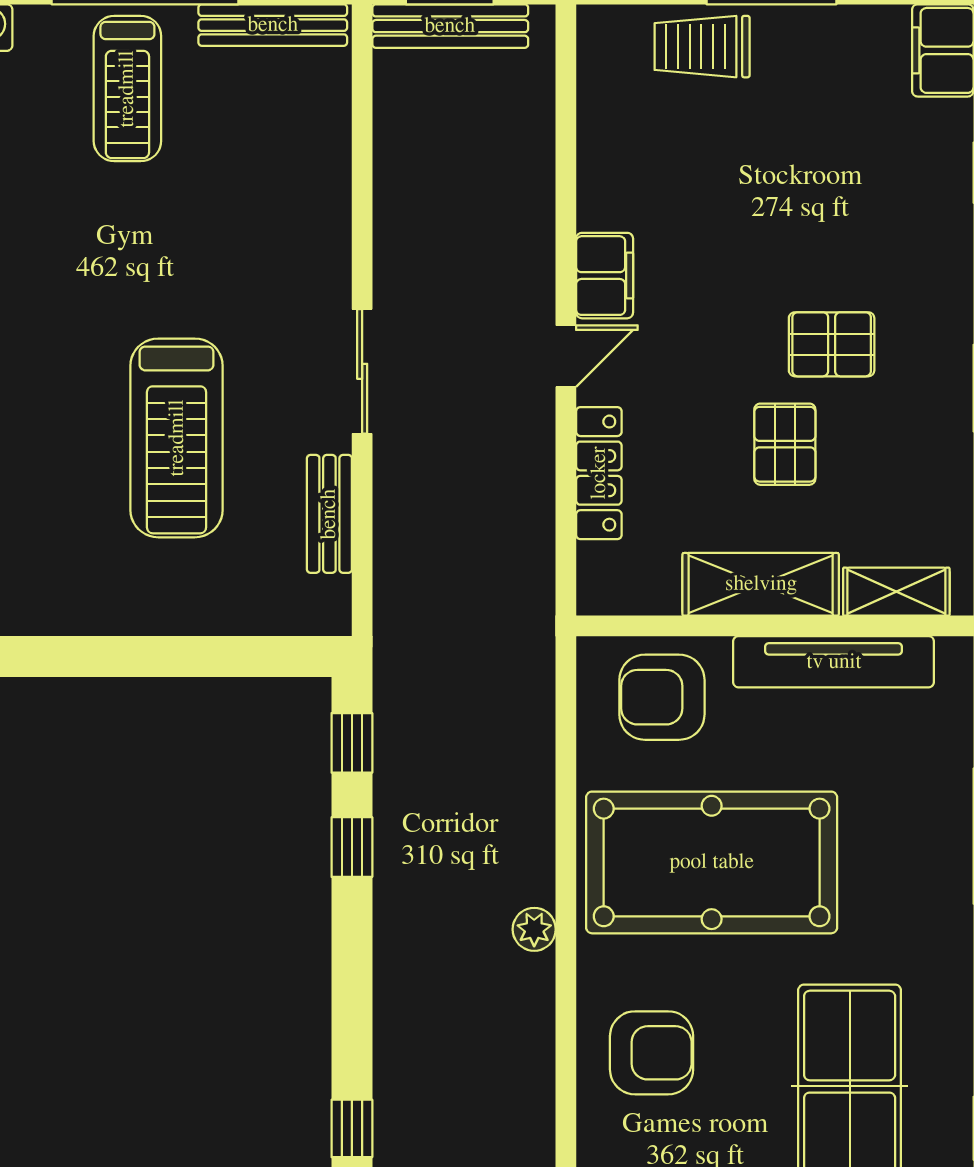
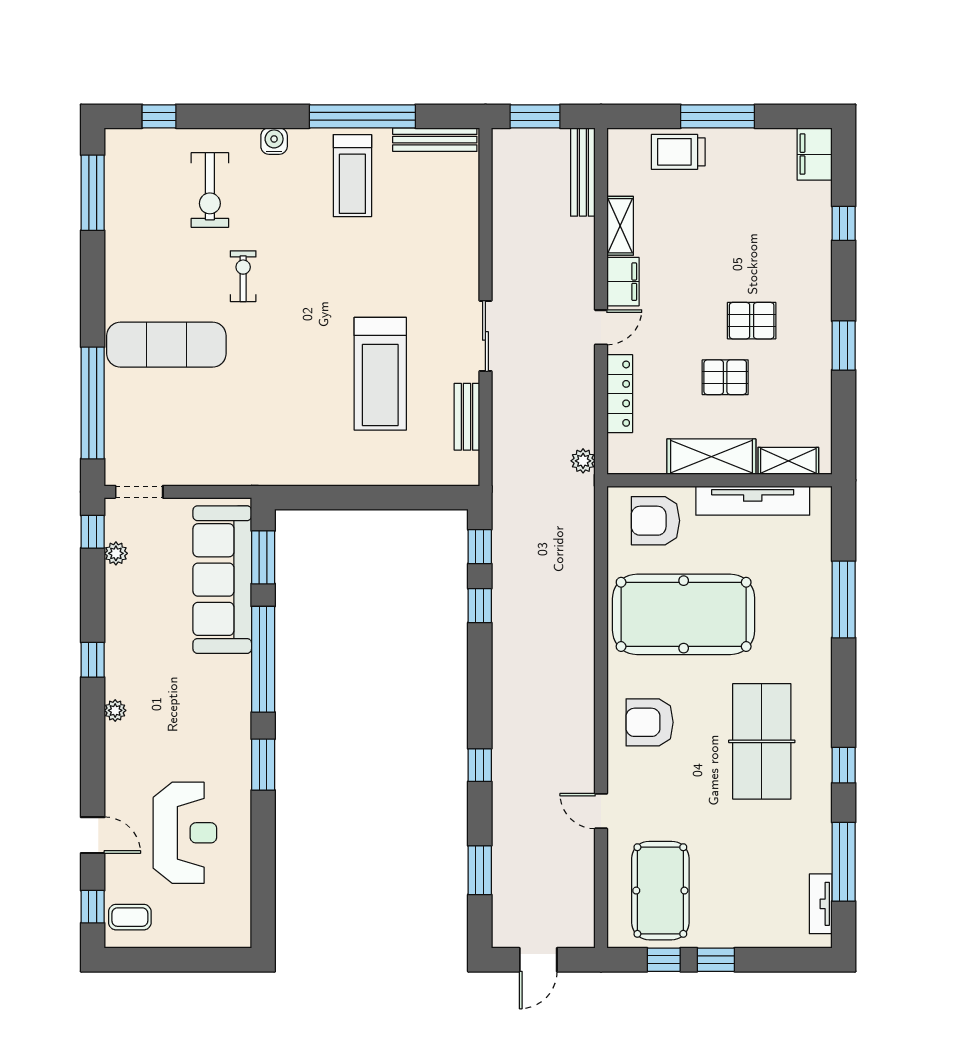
bench: (450, 26) -> (583, 172), moved, turned 90
shelving: (599, 177) -> (620, 226), added
pallet: (785, 444) -> (725, 377), turned 90
plant: (534, 929) -> (583, 461), moved
armchair: (652, 1053) -> (650, 722), turned 180

